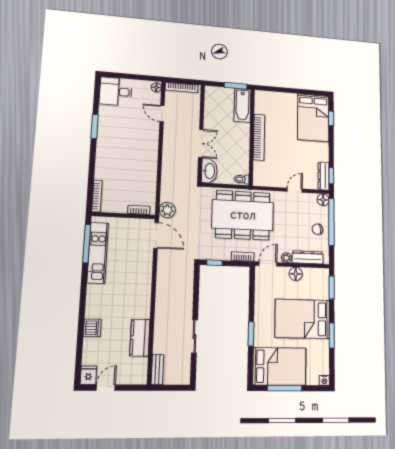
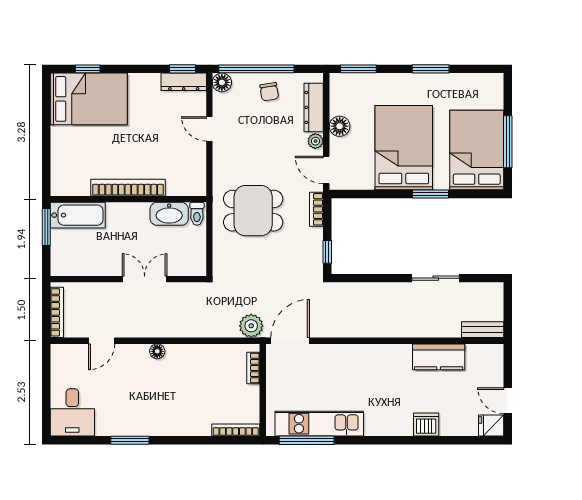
floor lamp: (156, 87) -> (157, 351), moved
washbasin: (209, 171) -> (169, 214), moved, turned 180
dining table: (243, 215) -> (253, 211), width x0.53, depth x0.80
bed: (302, 319) -> (404, 148), moved, turned 180
nightstand: (324, 380) -> (496, 81), removed

